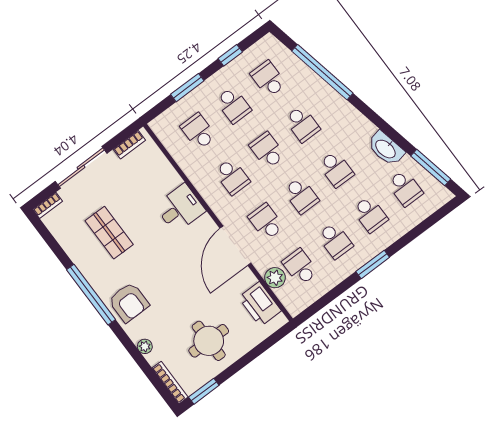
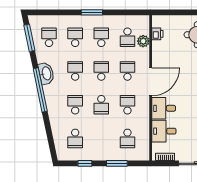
window: (322, 72) -> (40, 90), moved
school desk: (233, 105) -> (101, 138), removed
washbasin: (386, 149) -> (46, 73), moved
desk: (157, 178) -> (164, 131), added
school desk: (266, 222) -> (127, 71), turned 180
door: (235, 246) -> (151, 82), moved
printer: (260, 304) -> (157, 34), width x0.53, depth x0.68

